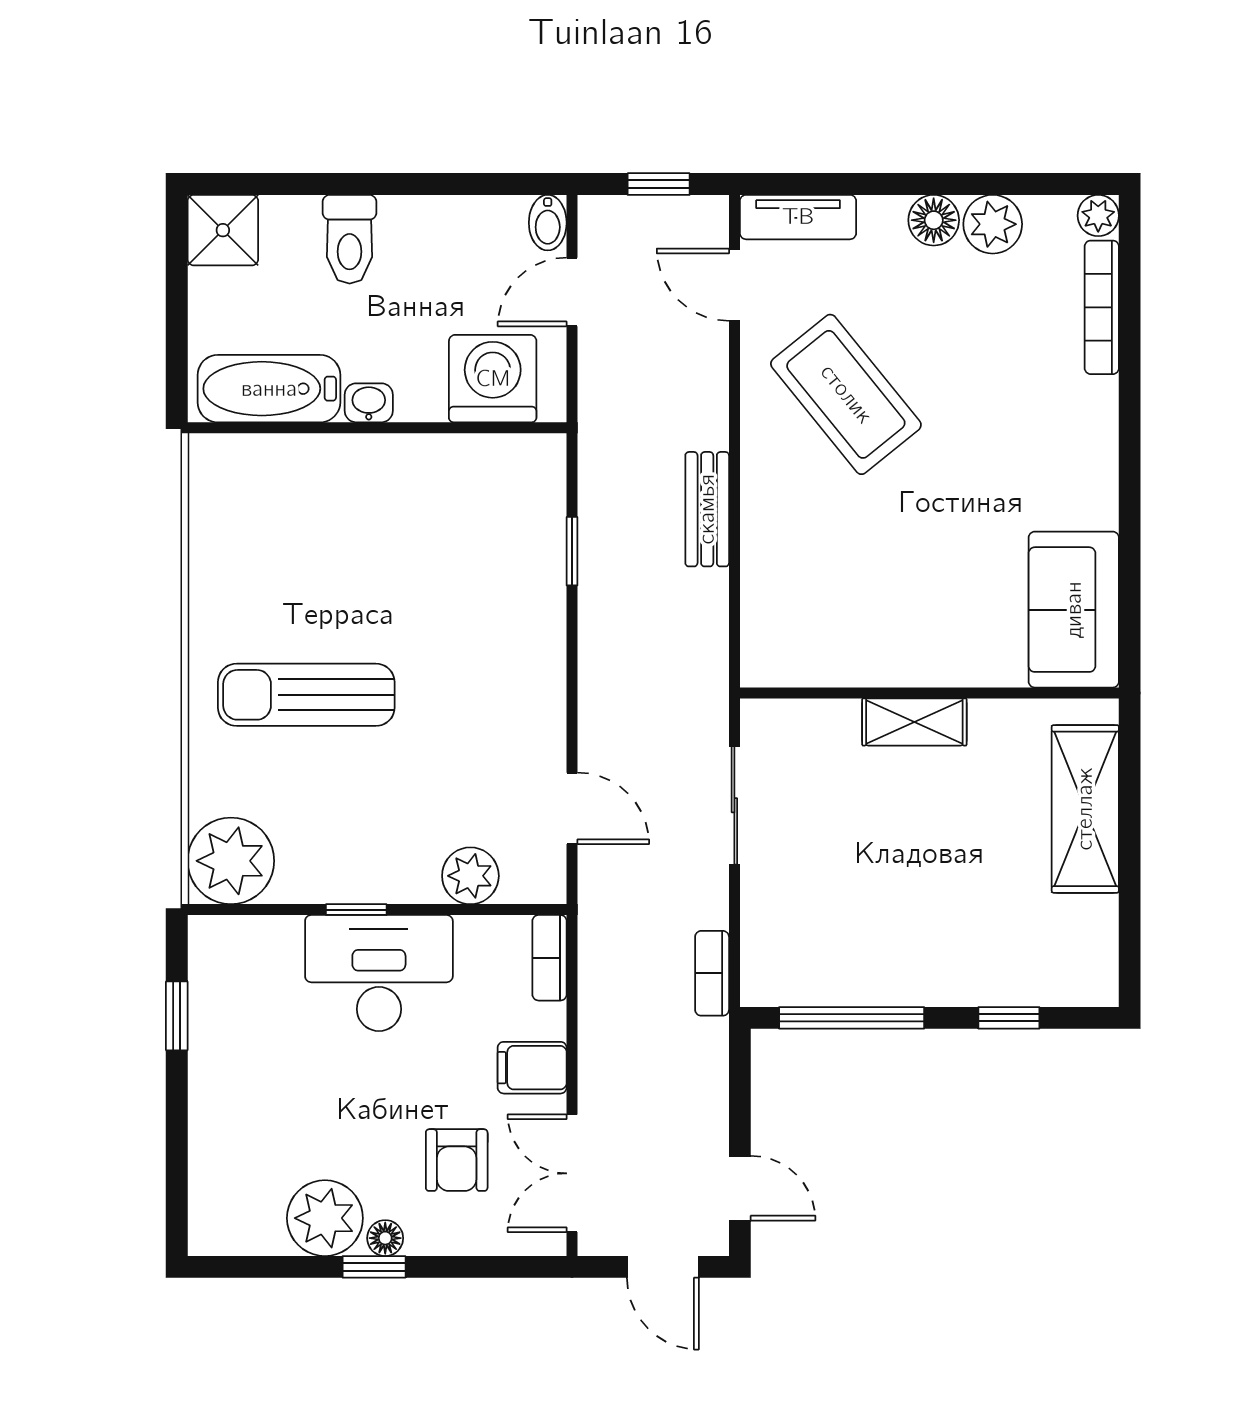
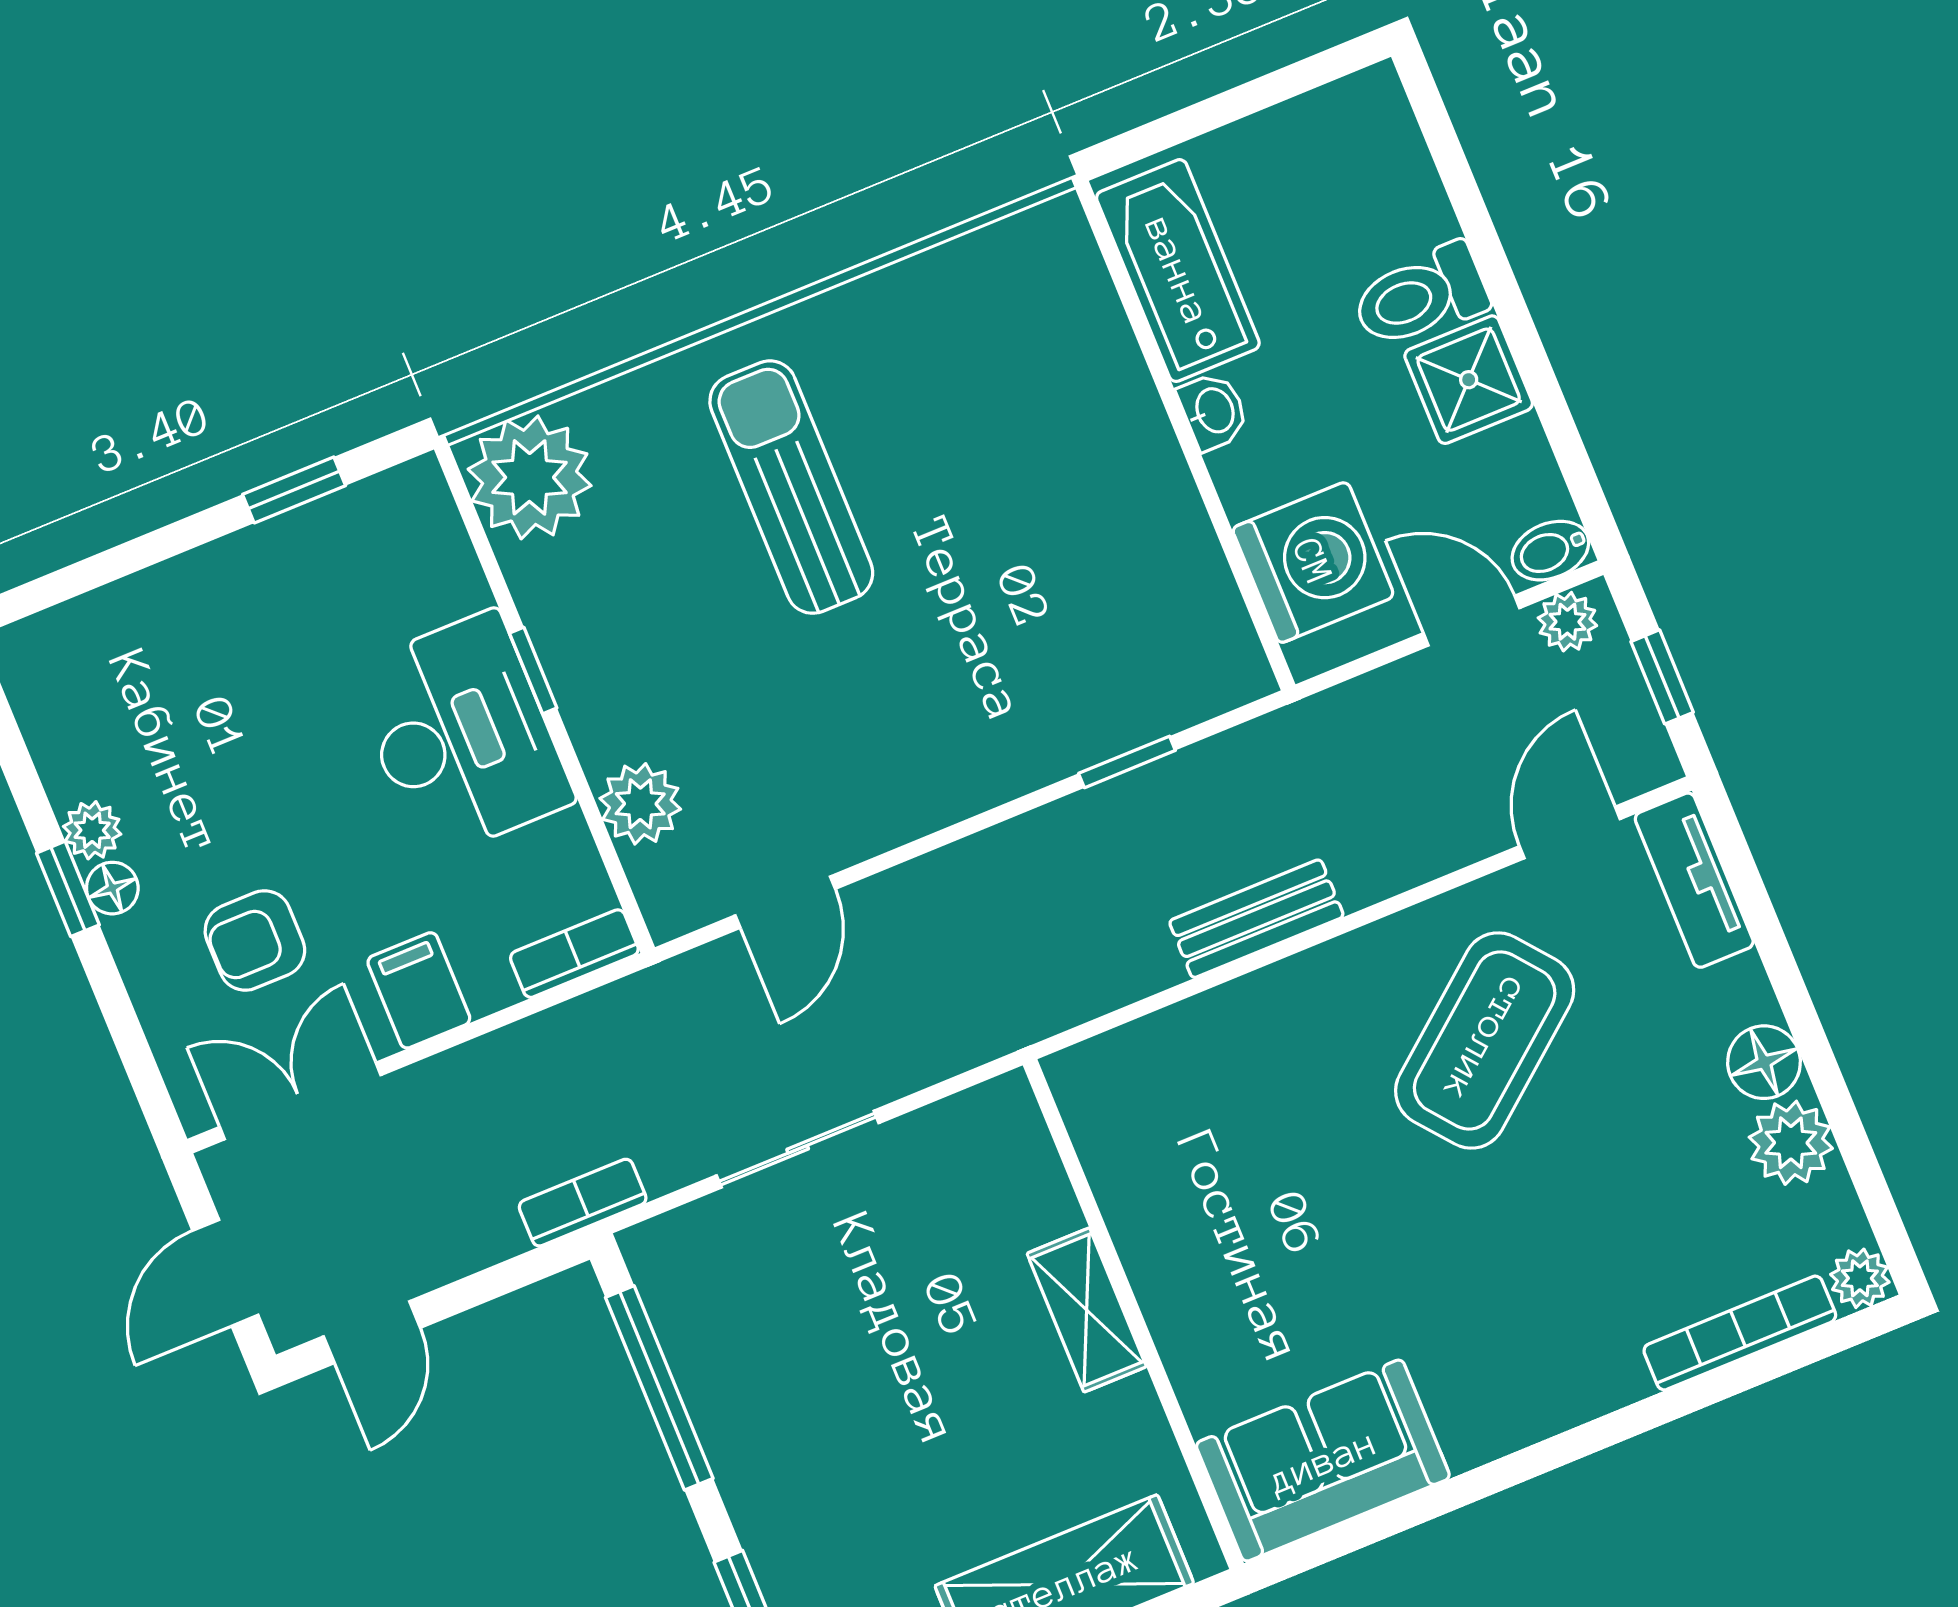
shower: (223, 230) -> (1469, 380), moved
plant: (598, 230) -> (1567, 622), added
sliding door: (734, 805) -> (798, 1149), moved
bookcase: (712, 973) -> (583, 1203), moved
plant: (325, 1218) -> (92, 830), width x0.53, depth x0.53

